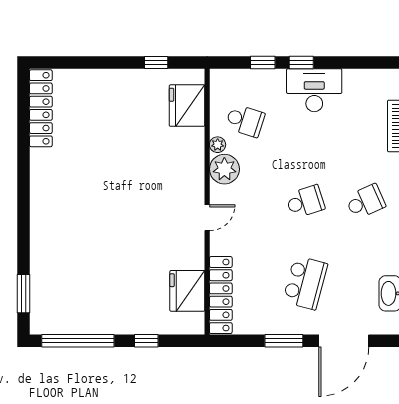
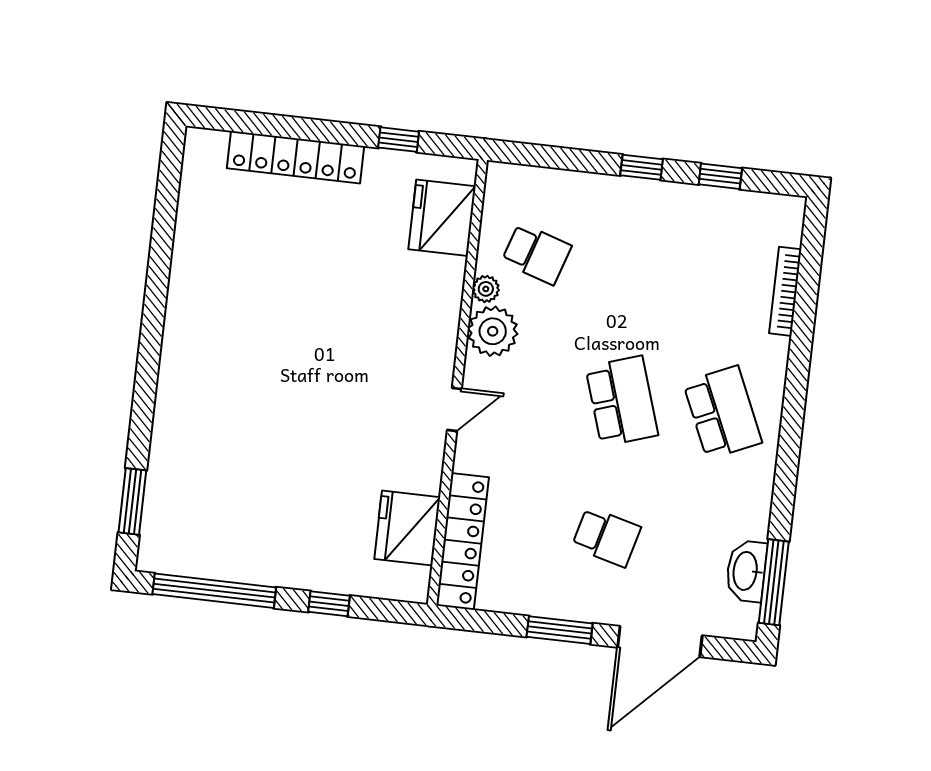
window: (263, 63) -> (720, 176), moved
desk: (314, 90) -> (658, 216), removed
locker: (41, 108) -> (295, 157), moved, turned 90
school desk: (305, 202) -> (622, 401), width x1.85
school desk: (365, 202) -> (723, 413), width x1.85
school desk: (305, 283) -> (606, 537), width x0.54

